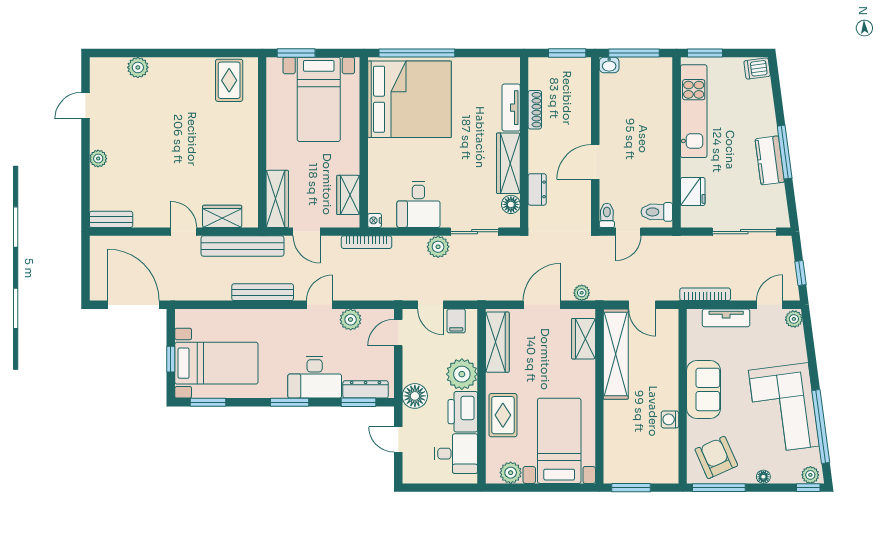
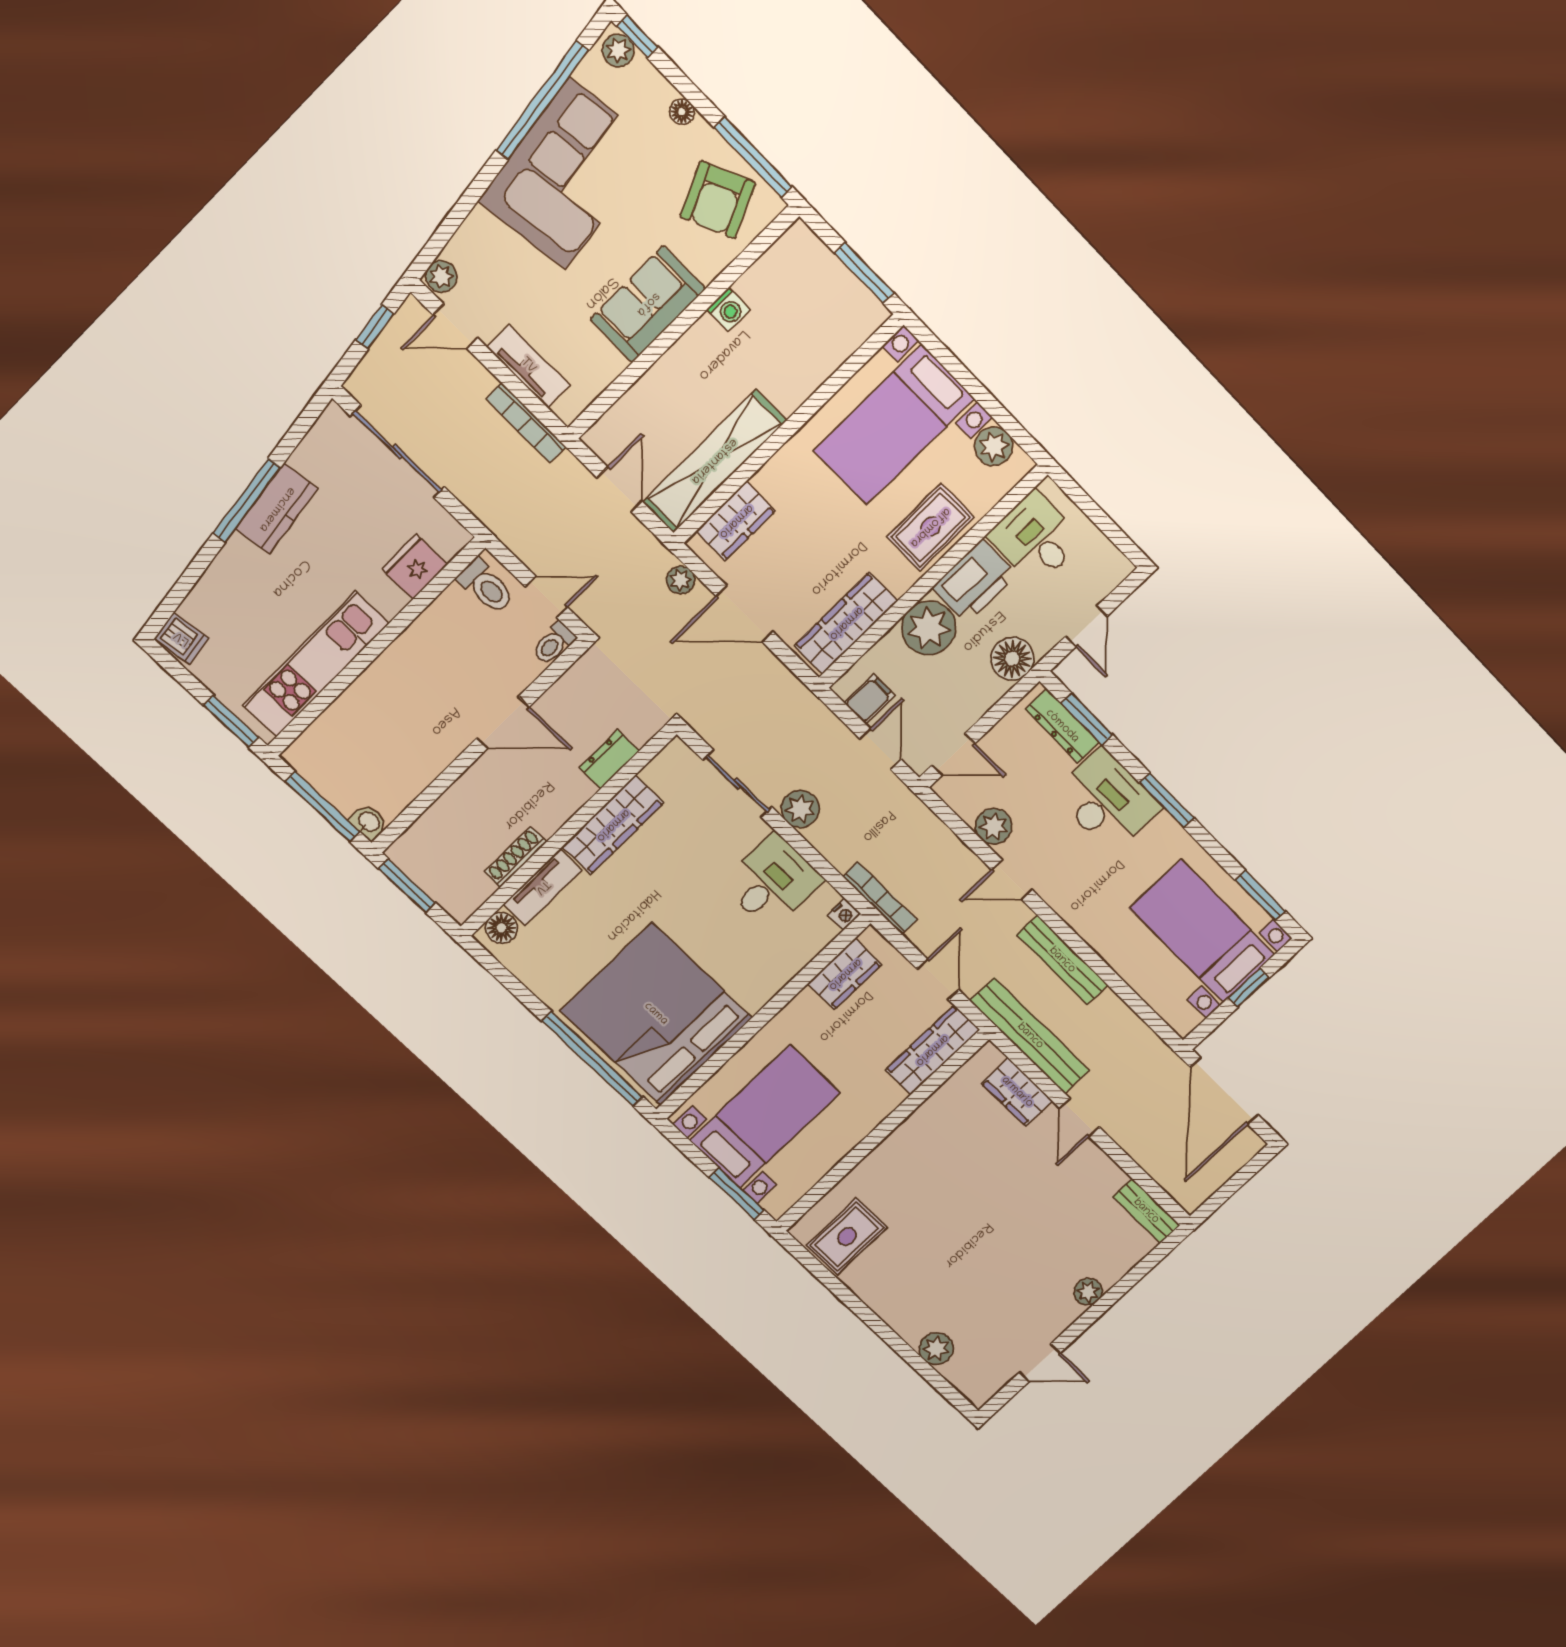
floor lamp: (511, 204) -> (501, 928), moved

